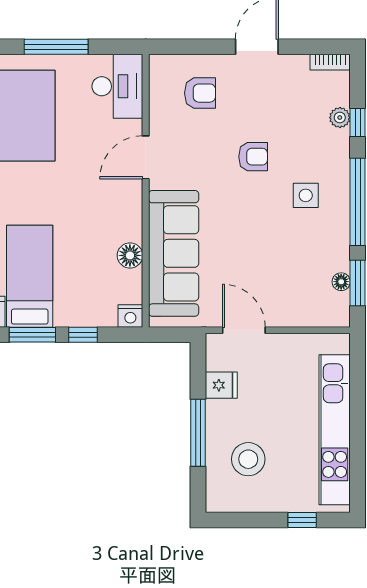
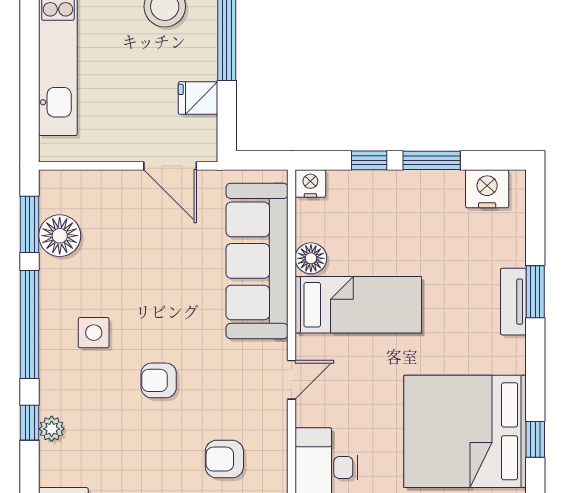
door: (146, 157) -> (292, 380), width x0.73
bed: (30, 276) -> (358, 305), moved, turned -90
floor lamp: (341, 282) -> (60, 236), width x1.89, depth x1.89

